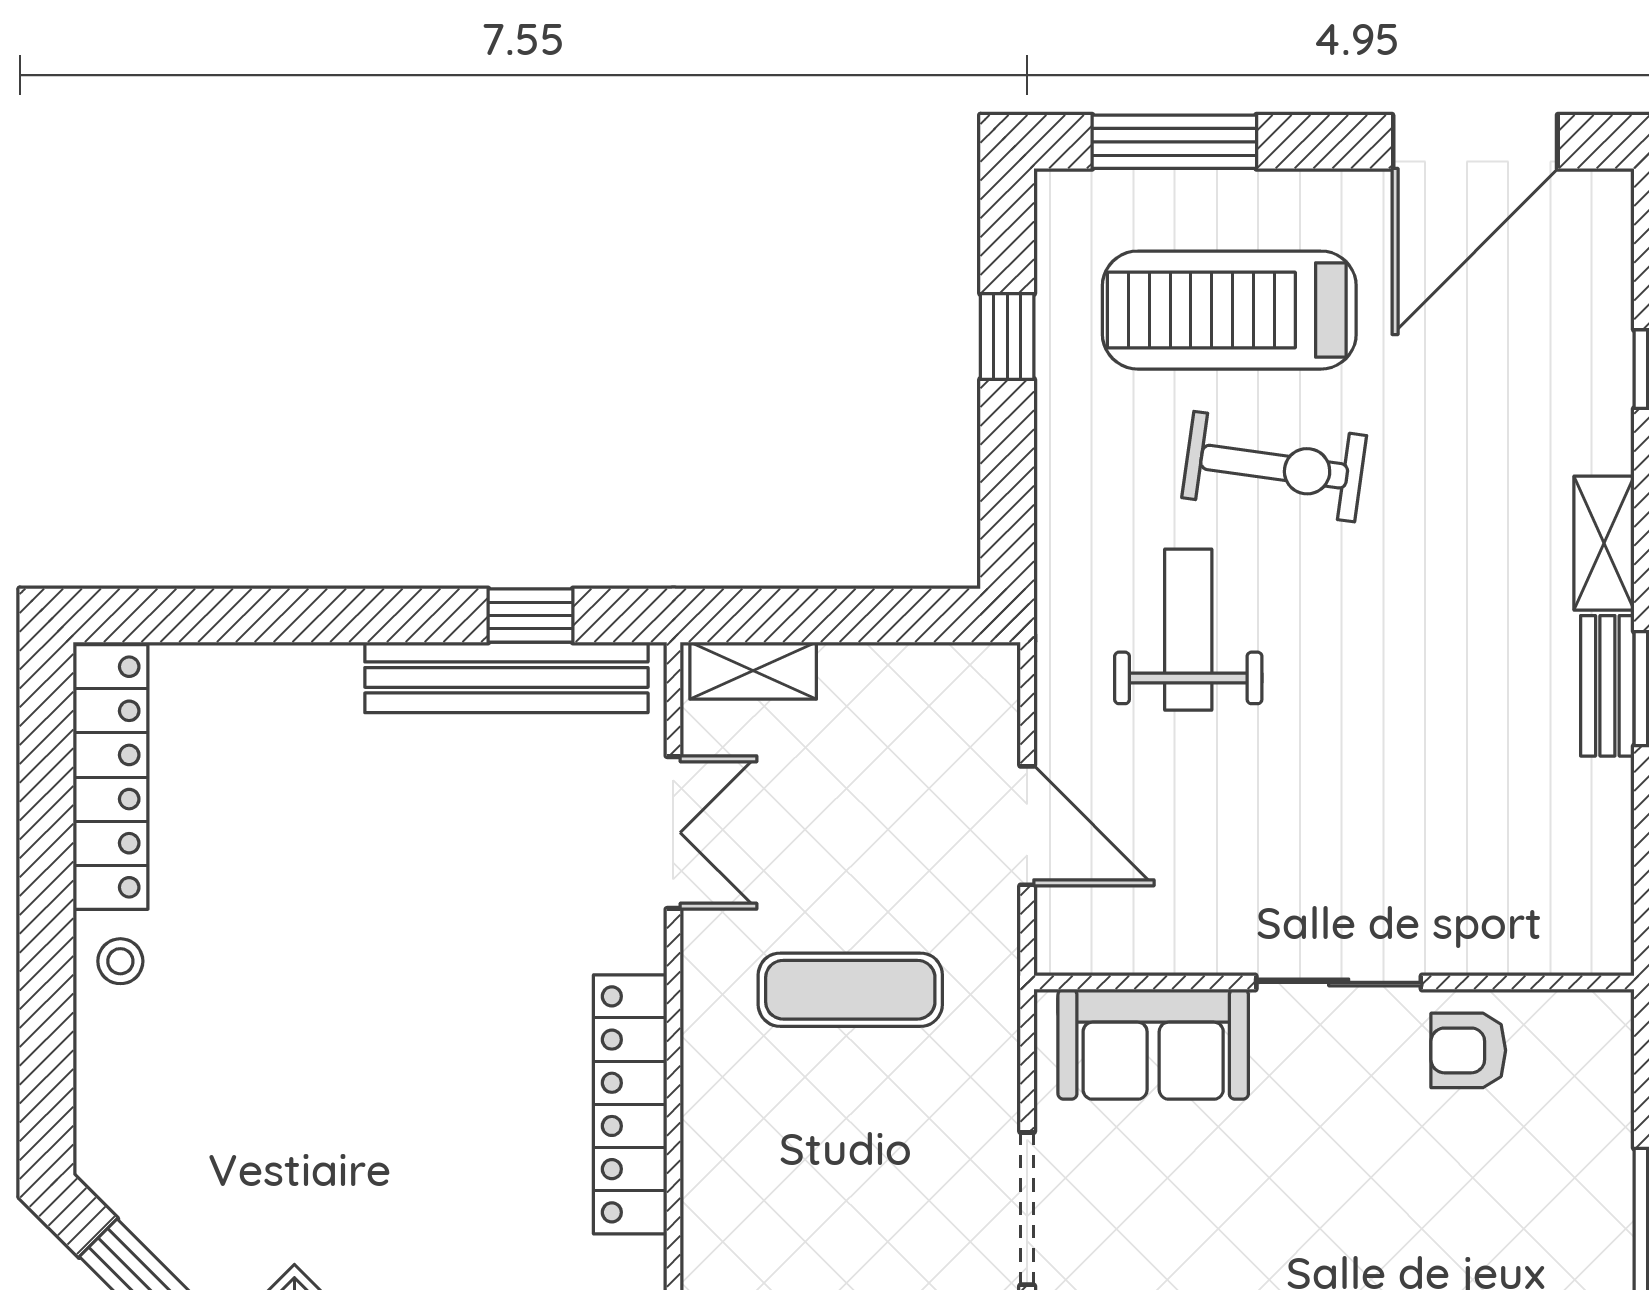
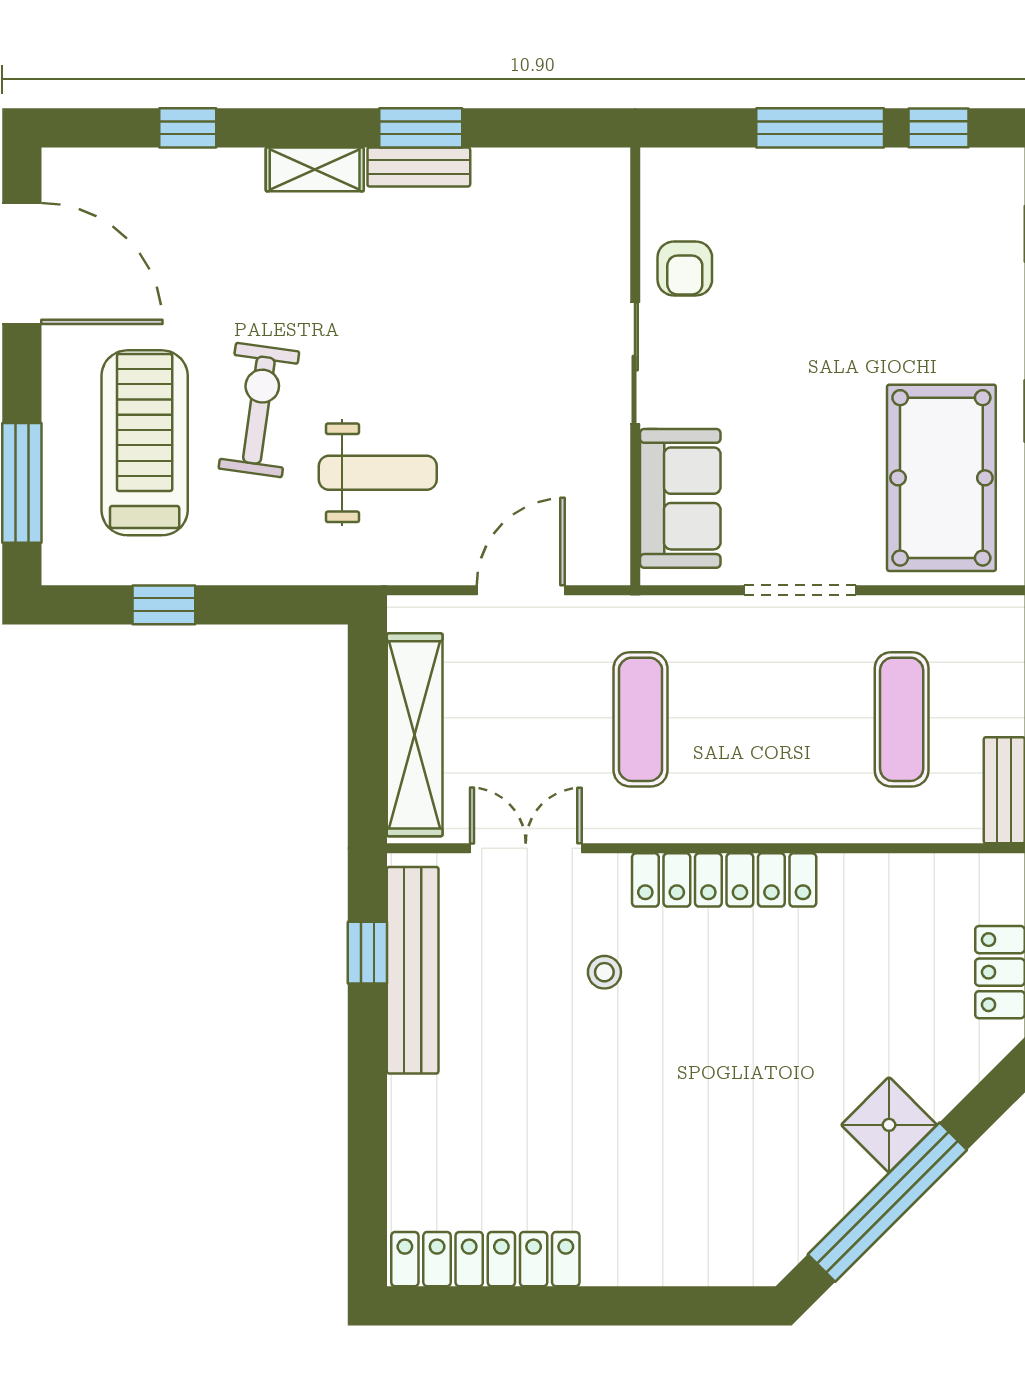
treadmill: (1229, 310) -> (145, 443), turned 180
weight bench: (1188, 630) -> (378, 473), turned 180
shelving: (753, 671) -> (415, 735), width x2.20, depth x1.33
stool: (120, 961) -> (604, 972), moved

